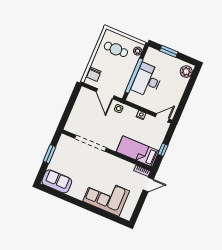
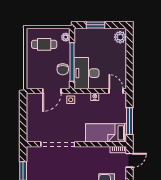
chair: (94, 74) -> (63, 69), moved
desk: (147, 80) -> (87, 73), moved
door: (105, 94) -> (52, 91), hinge flipped
door: (162, 118) -> (116, 91), hinge flipped
window: (163, 150) -> (130, 121), width x2.17

